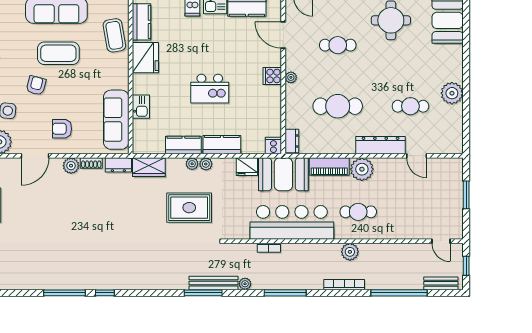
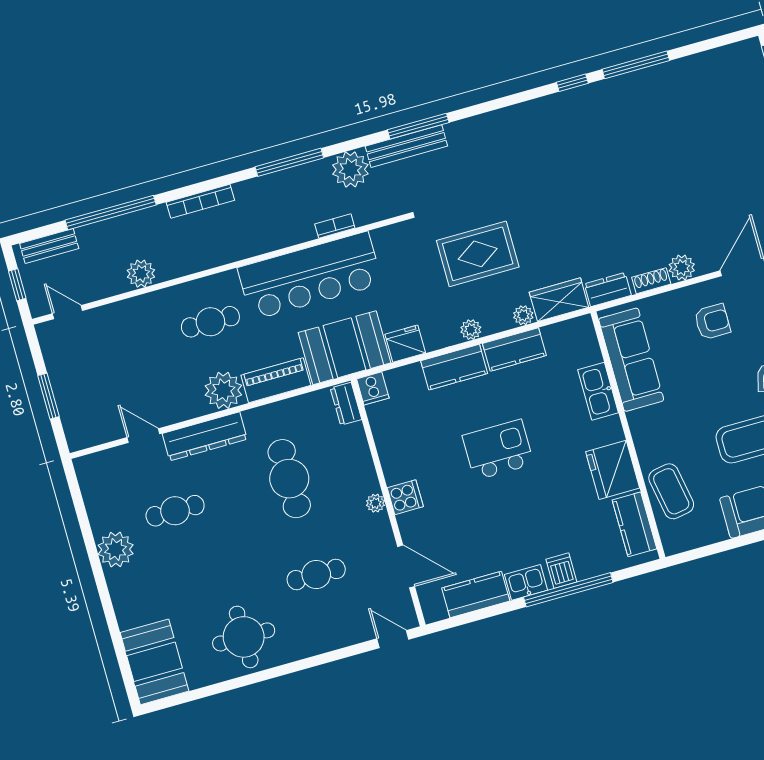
cafe table: (338, 106) -> (289, 479), turned 90
kitchen sink: (141, 107) -> (598, 391), width x1.38
plant: (192, 164) -> (523, 315), moved
plant: (350, 252) -> (141, 274), moved
plant: (245, 284) -> (350, 169), width x1.88, depth x1.88

